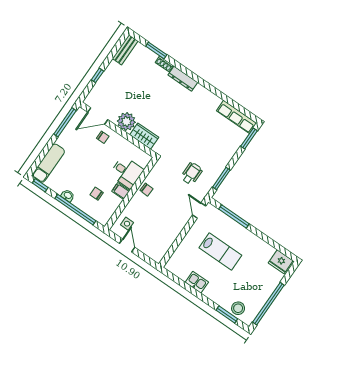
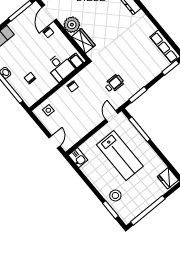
door: (98, 116) -> (49, 13), hinge flipped
filing cabinet: (121, 191) -> (76, 61), moved
door: (127, 245) -> (54, 142), moved
lab bench: (220, 252) -> (120, 155), width x1.36, depth x1.39
kitchen sink: (197, 282) -> (78, 158), moved
stool: (238, 308) -> (115, 195), moved

